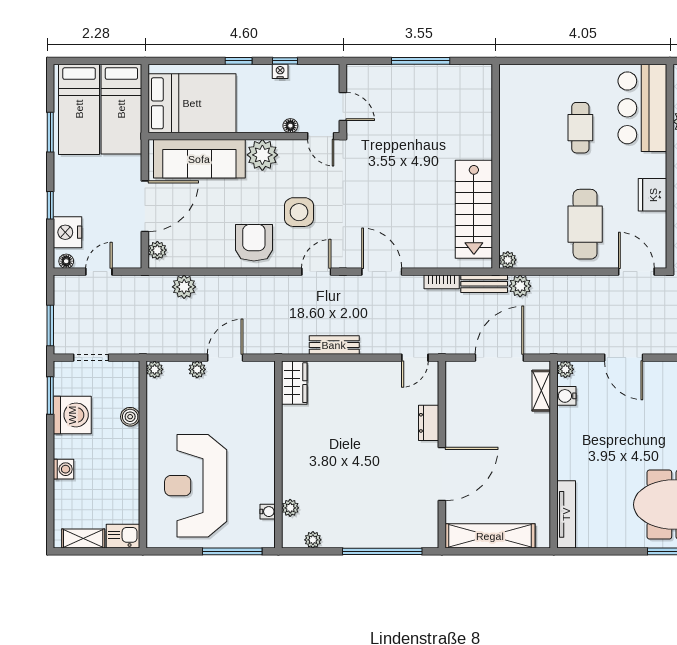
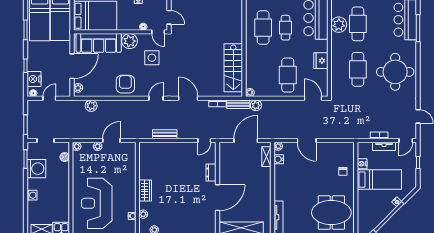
cafe table: (535, 127) -> (263, 28), added
side table: (299, 212) -> (152, 58), moved
wardrobe: (294, 383) -> (145, 191), moved
boiler: (130, 417) -> (65, 157), moved

